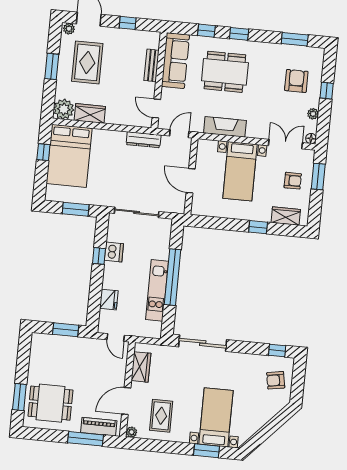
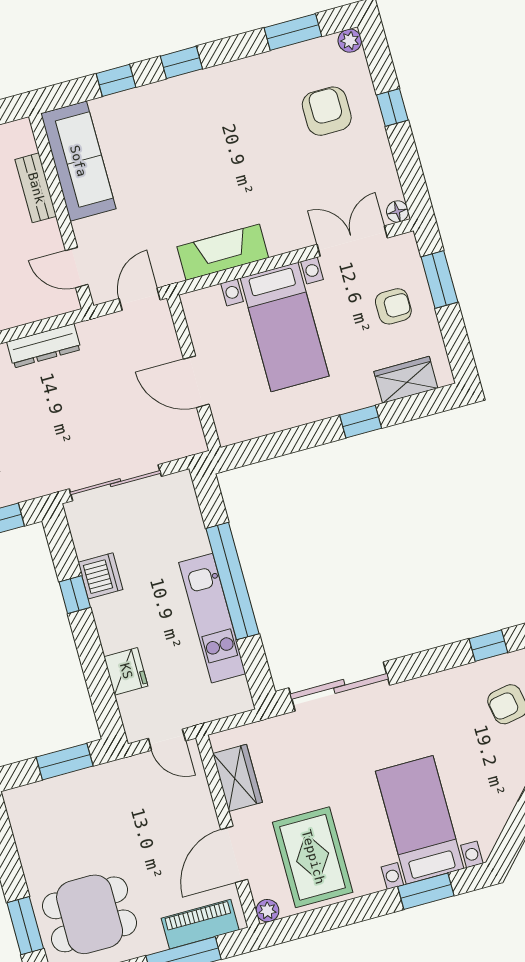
dining table: (225, 72) -> (182, 146), removed
plant: (313, 114) -> (350, 41), moved
dresser: (144, 140) -> (44, 346), moved
rug: (161, 416) -> (313, 857), width x1.36, depth x1.43

